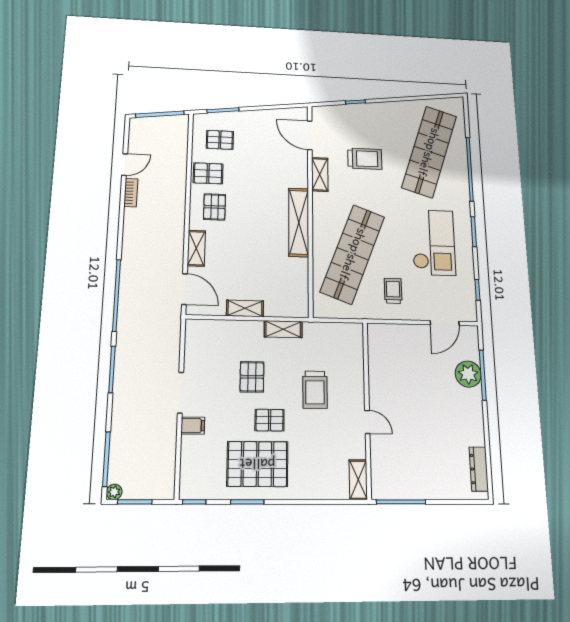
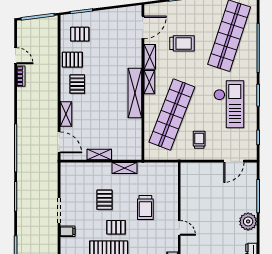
door: (310, 135) -> (143, 27), swing flipped
door: (125, 164) -> (16, 56), hinge flipped
shelving: (319, 208) -> (149, 82), added
plant: (468, 374) -> (248, 221), moved

